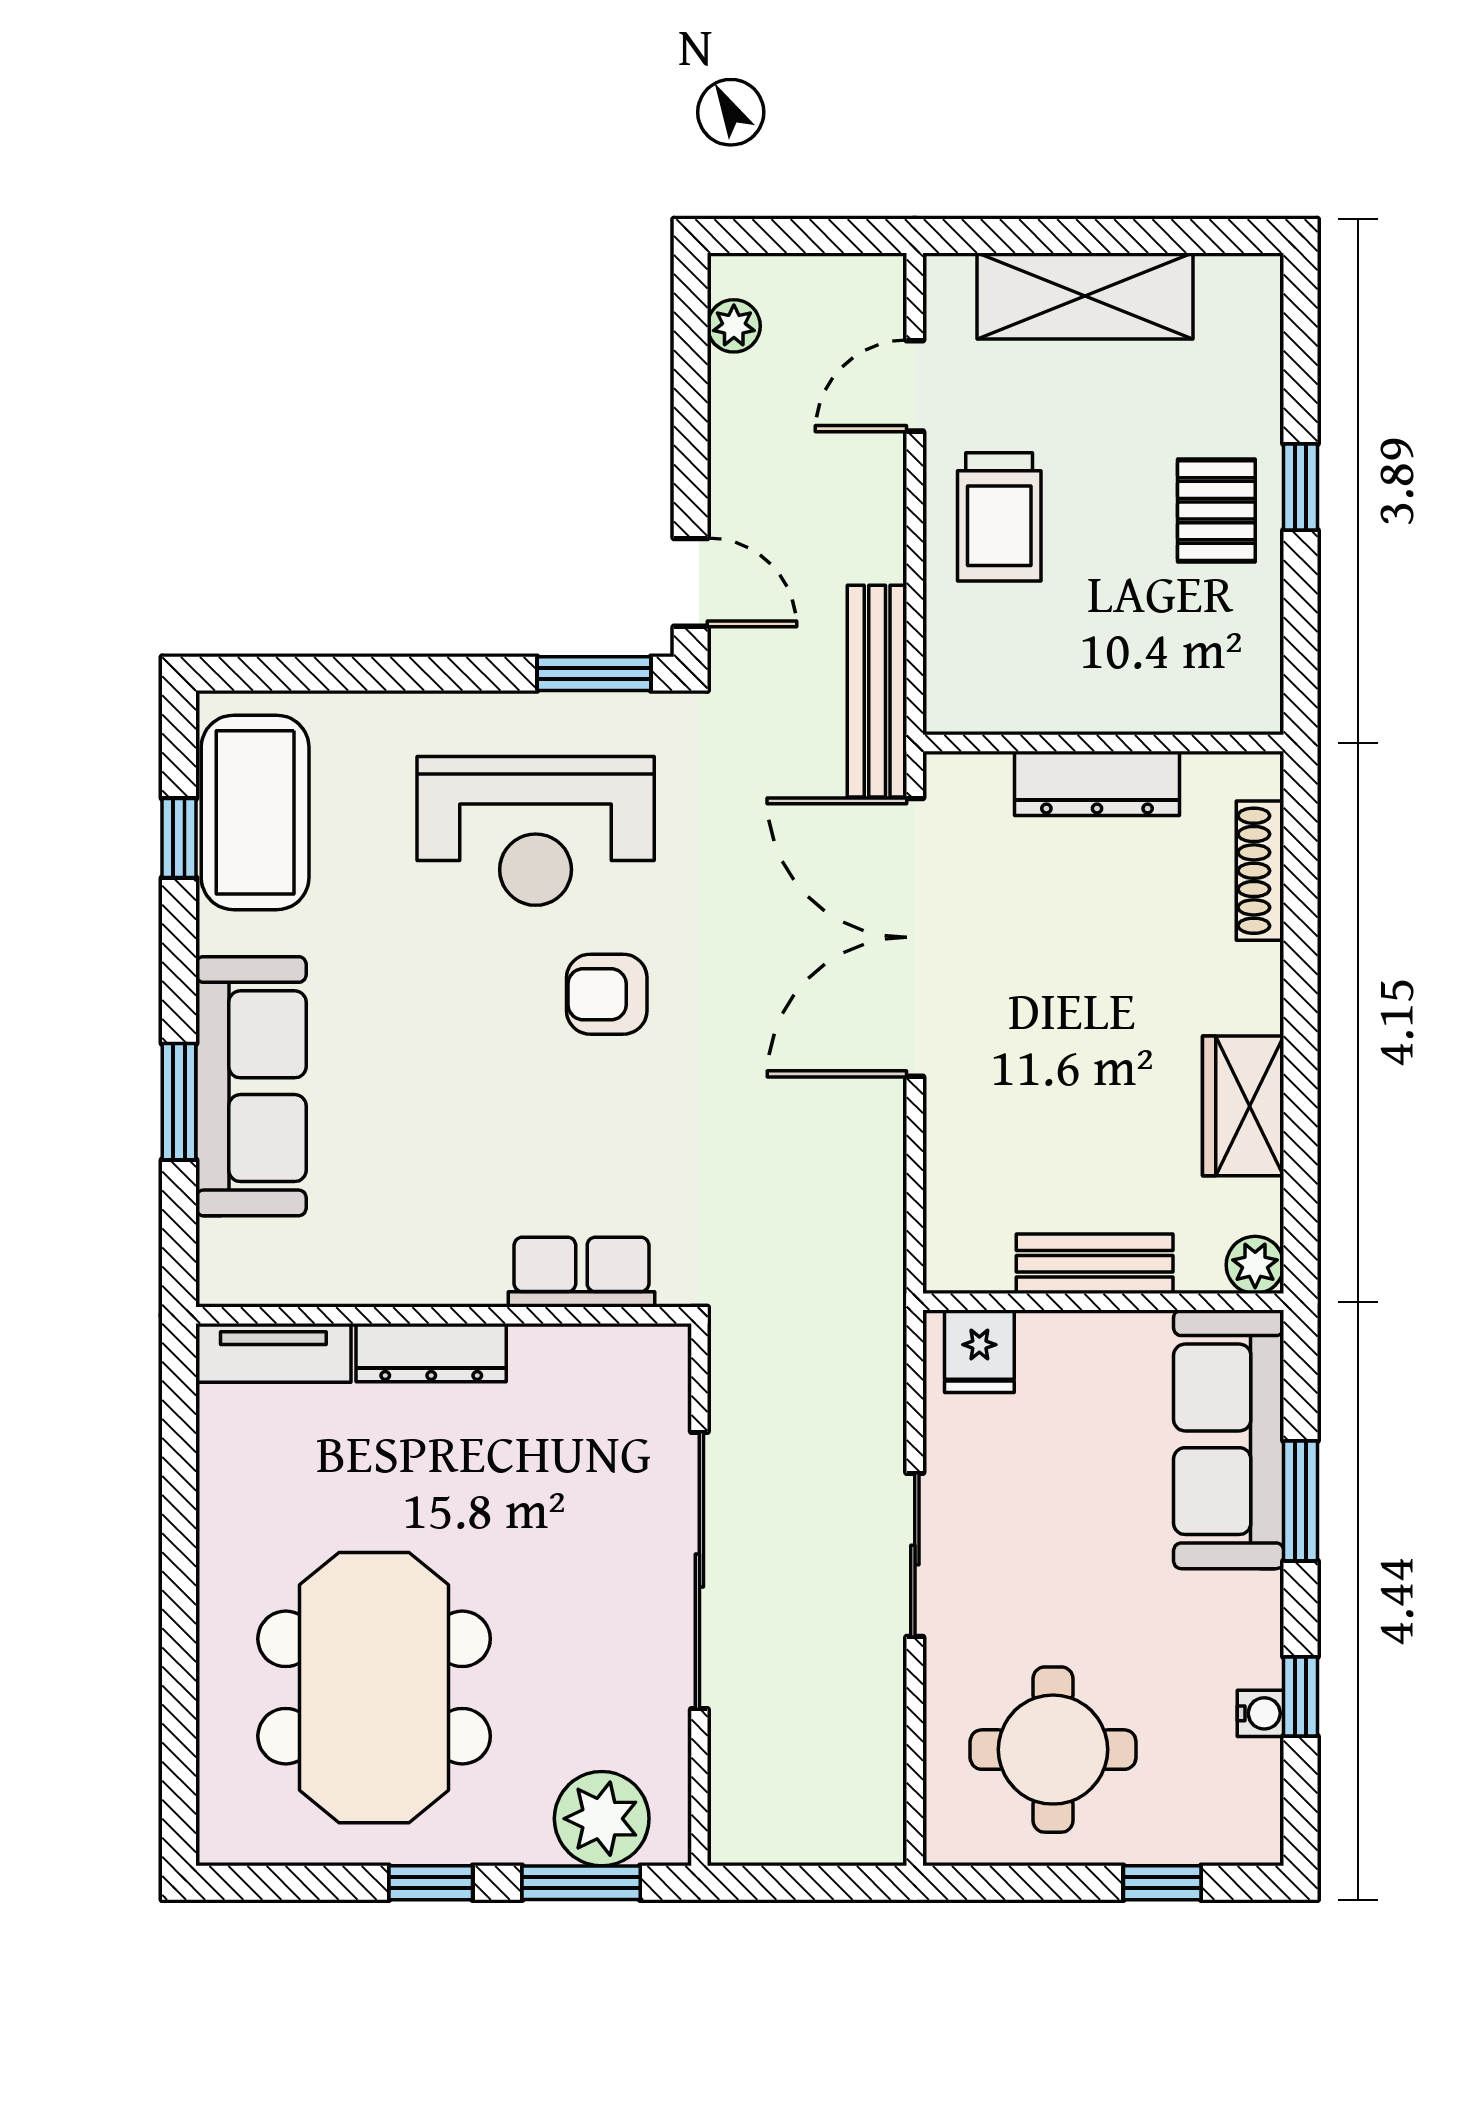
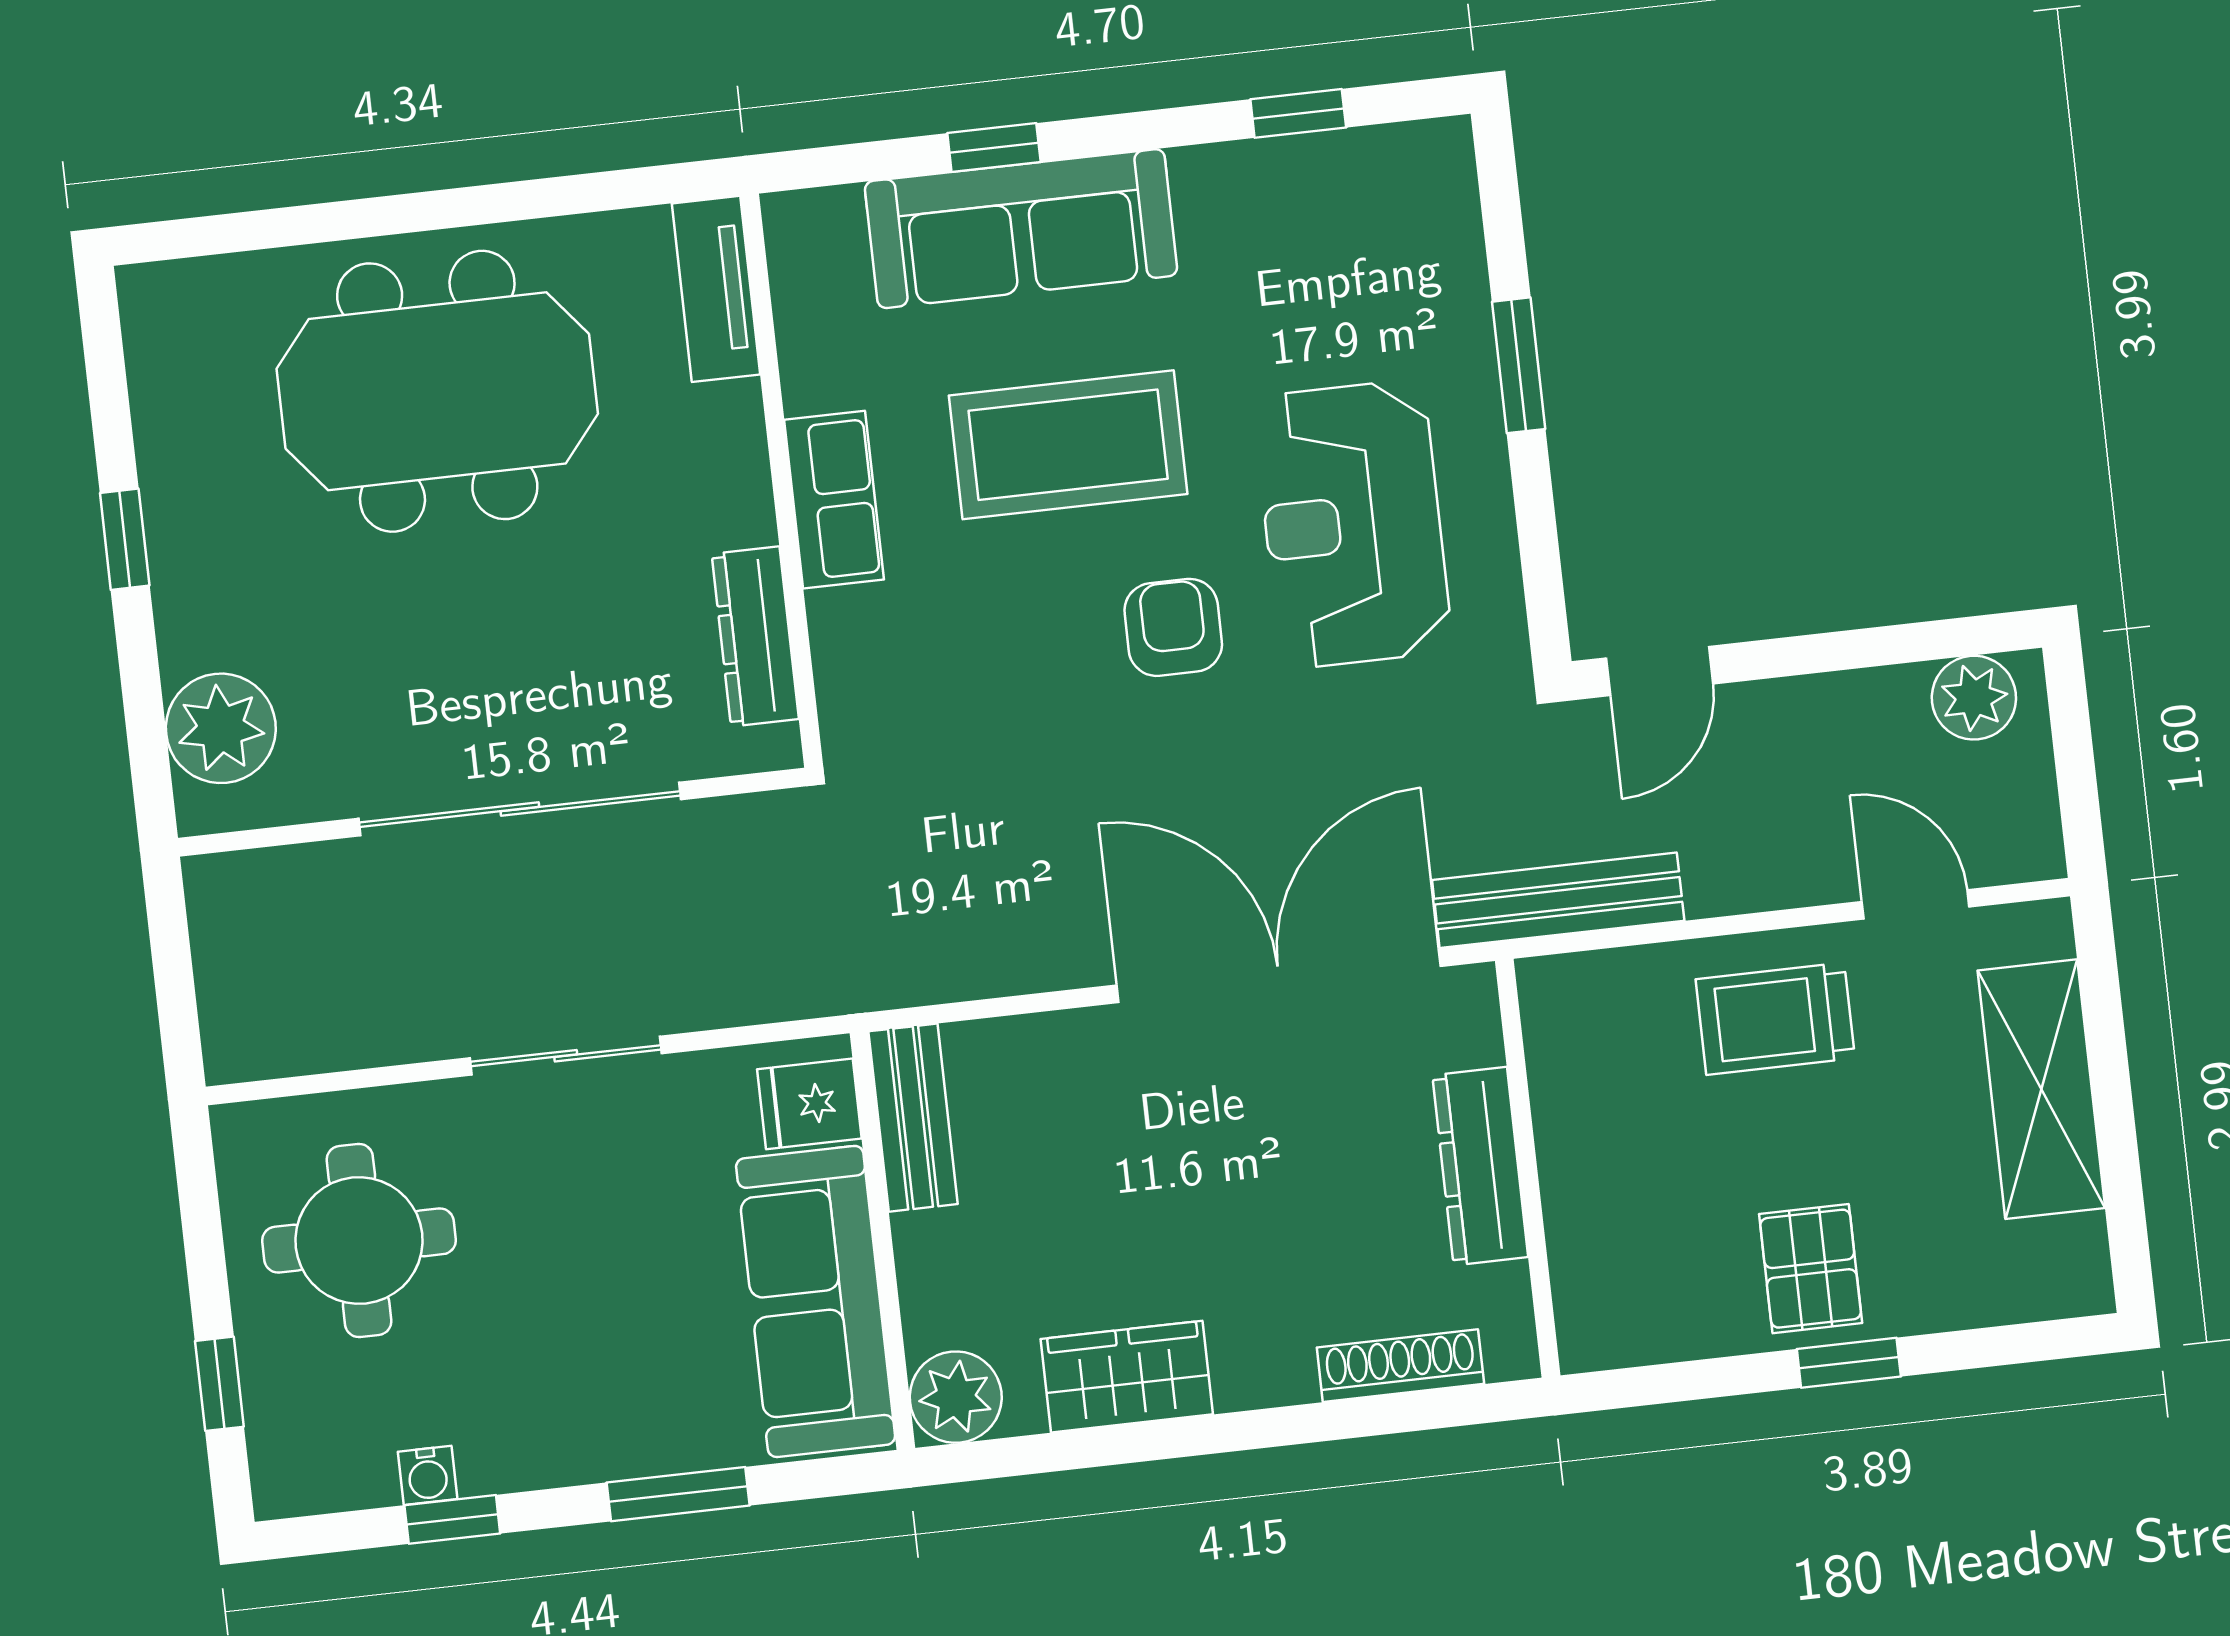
plant: (734, 326) -> (1974, 698), width x1.38, depth x1.38
pallet: (1216, 511) -> (1811, 1269), turned 90
window: (594, 674) -> (1519, 365), moved
coffee table: (255, 812) -> (1068, 445), moved
window: (179, 1102) -> (994, 148), width x0.67
bench: (1095, 1264) -> (913, 1118), moved
plant: (1255, 1265) -> (956, 1397), width x1.38, depth x1.38
row of seats: (581, 1272) -> (834, 500), moved
dresser: (431, 1353) -> (755, 636), moved
sofa: (1229, 1439) -> (816, 1301), moved, turned -90
meeting table: (374, 1688) -> (437, 391), moved
window: (581, 1883) -> (144, 713), removed

